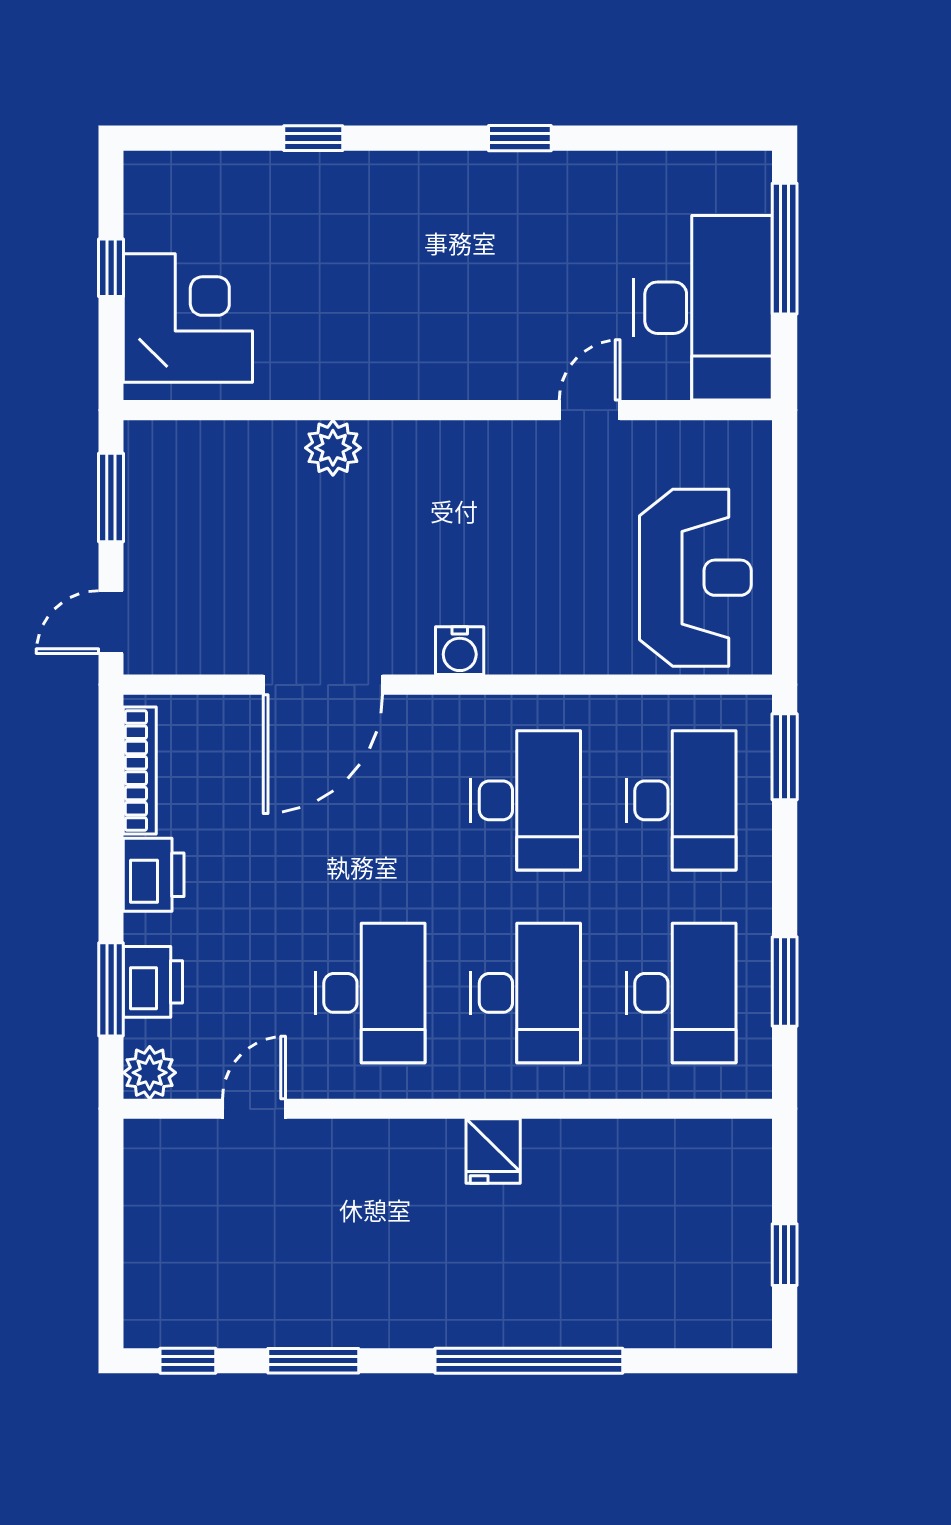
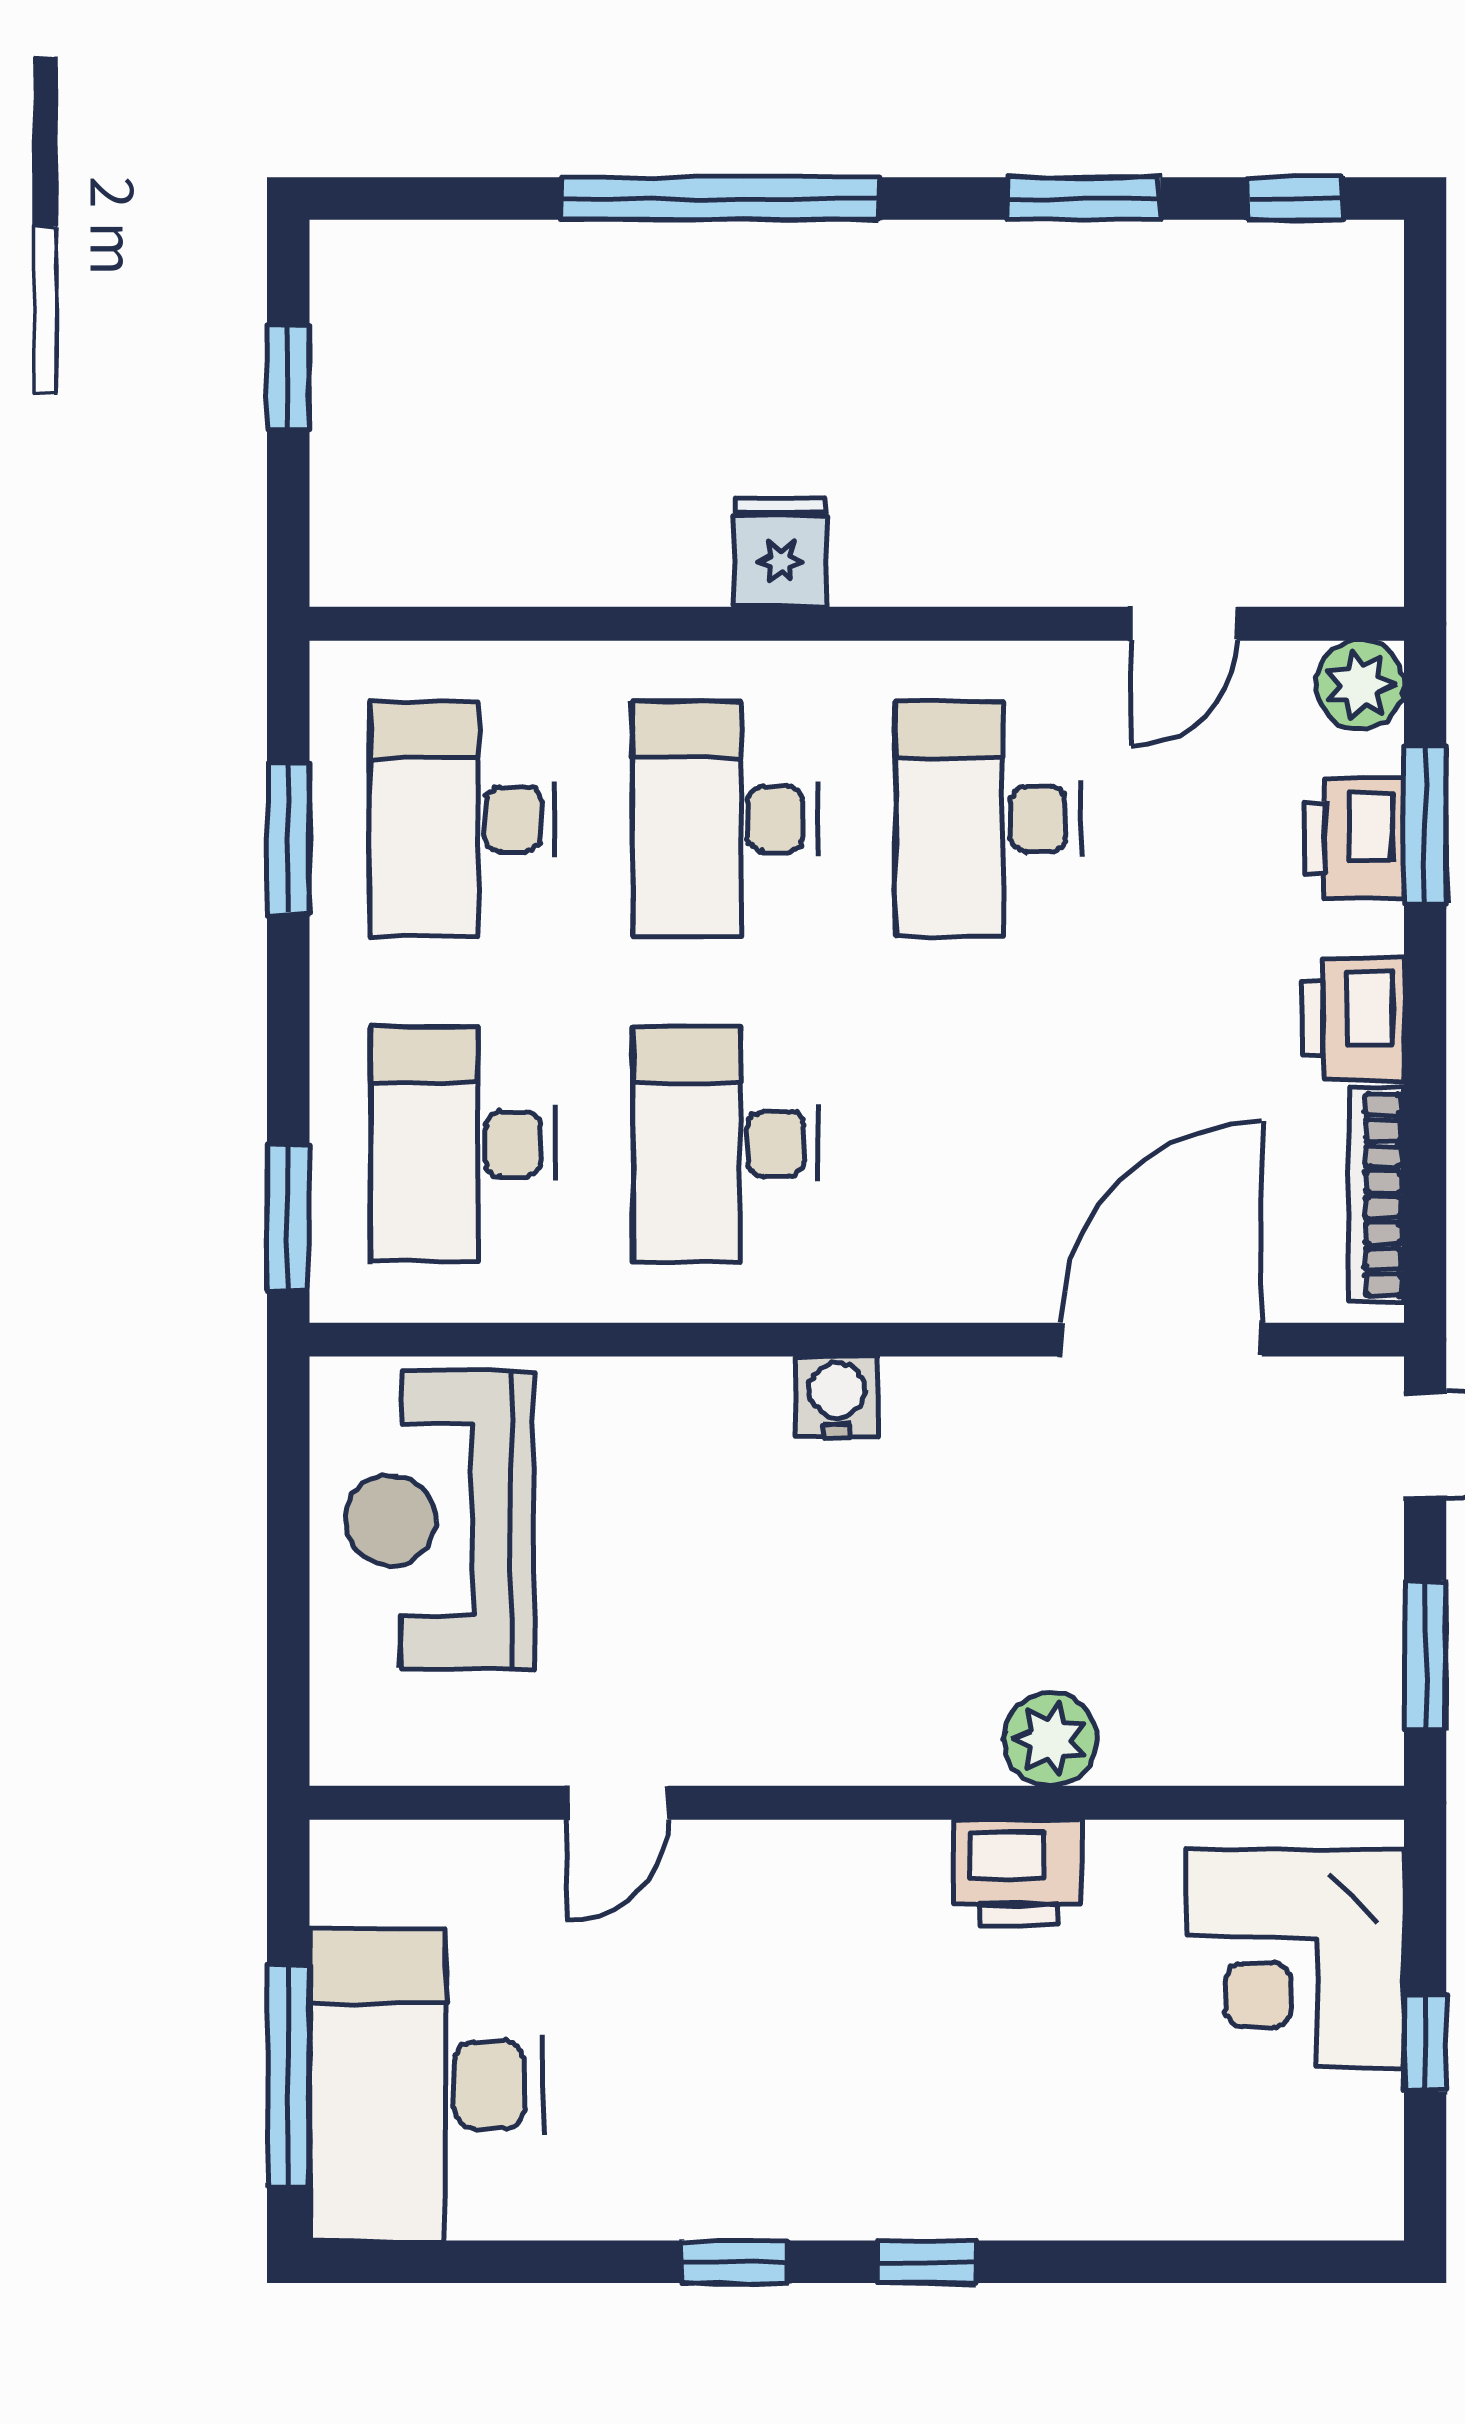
window: (313, 138) -> (927, 2262), moved
desk: (703, 308) -> (426, 2085), moved
printer: (352, 369) -> (1019, 1872), added
door: (323, 685) -> (1161, 1340), moved

